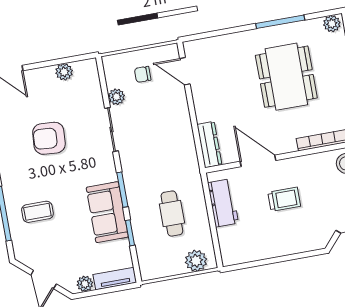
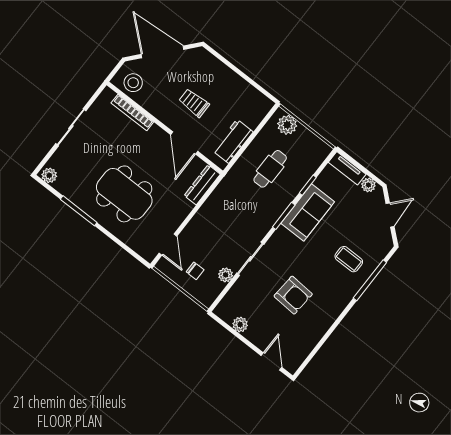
dining table: (286, 77) -> (124, 194), moved, turned 90

